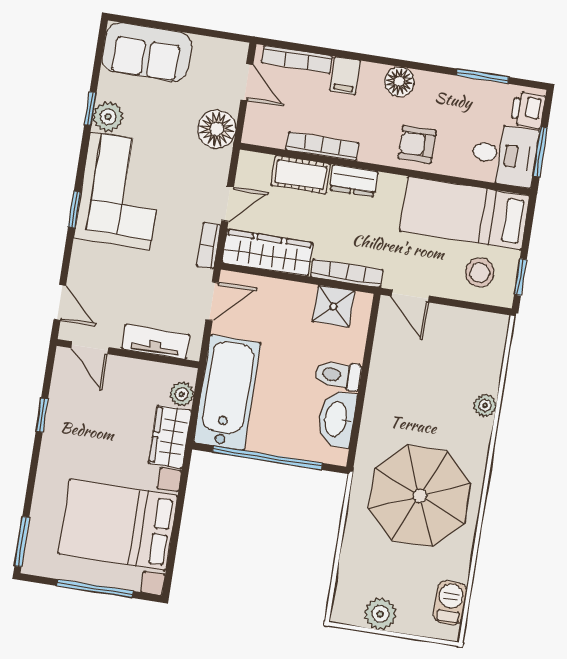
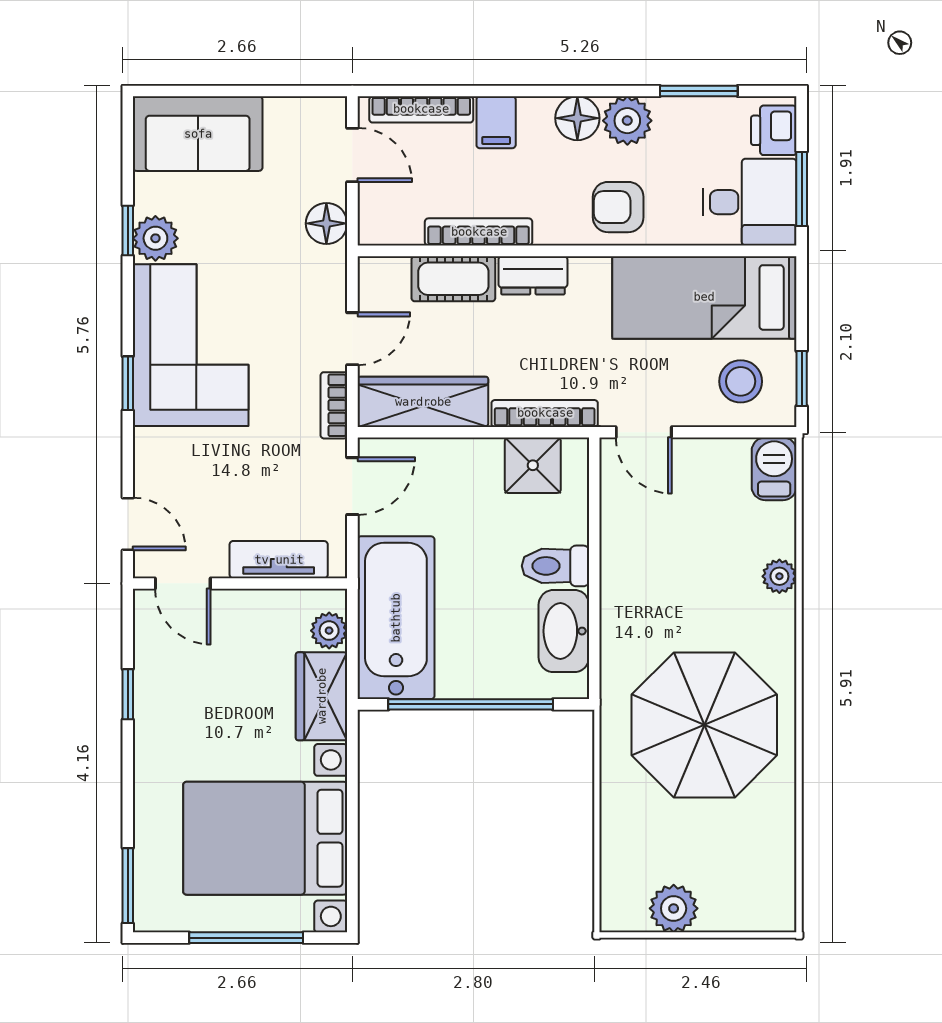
plant: (432, 88) -> (627, 121), added
floor lamp: (217, 129) -> (326, 223), width x0.73, depth x0.73
barbecue: (450, 603) -> (774, 469), moved

